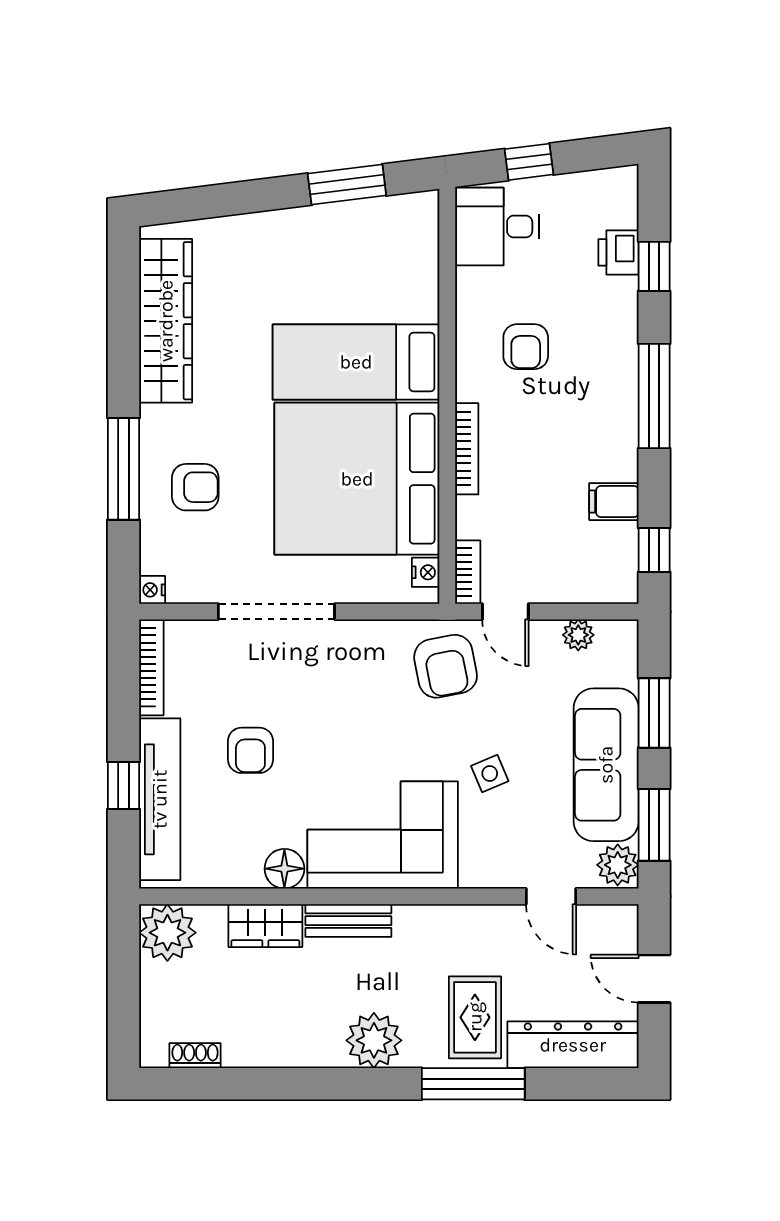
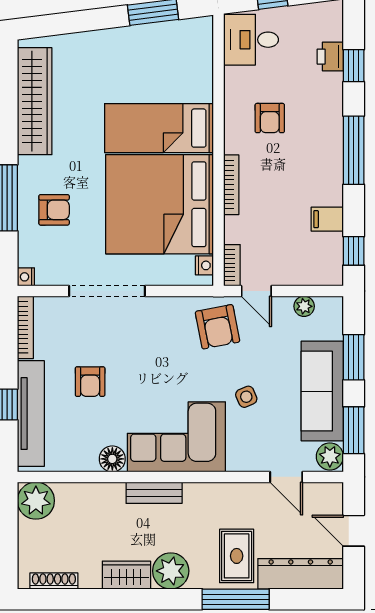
wardrobe: (265, 926) -> (126, 575), moved, turned 180
shoe rack: (195, 1056) -> (54, 581), width x1.43

